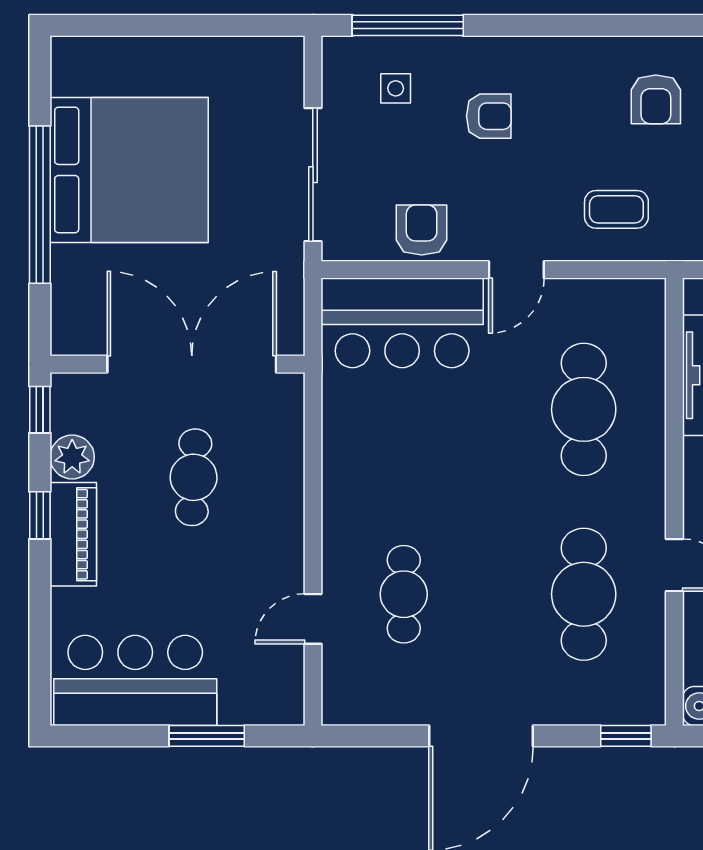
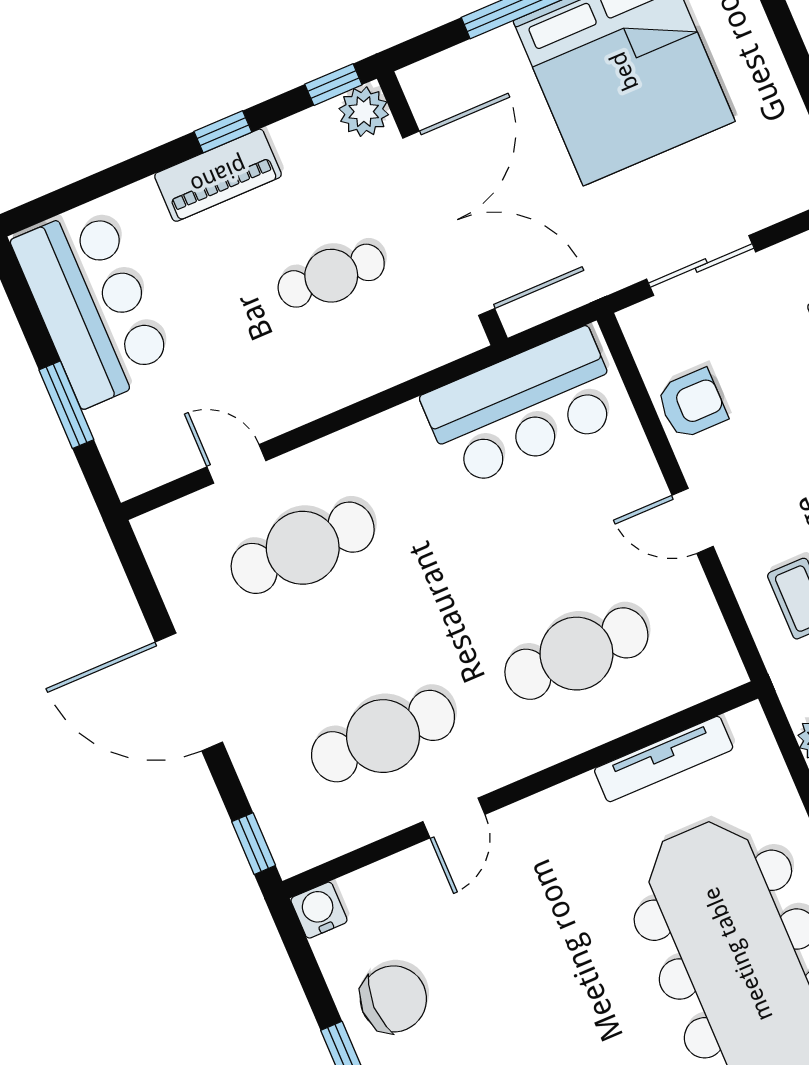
sliding door: (313, 175) -> (701, 266), width x0.73
bar counter: (402, 323) -> (523, 407), moved, turned -90
plant: (72, 457) -> (364, 112), moved
cafe table: (404, 594) -> (303, 548), width x1.37, depth x1.35

